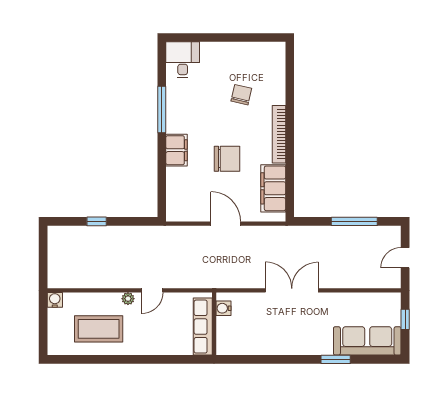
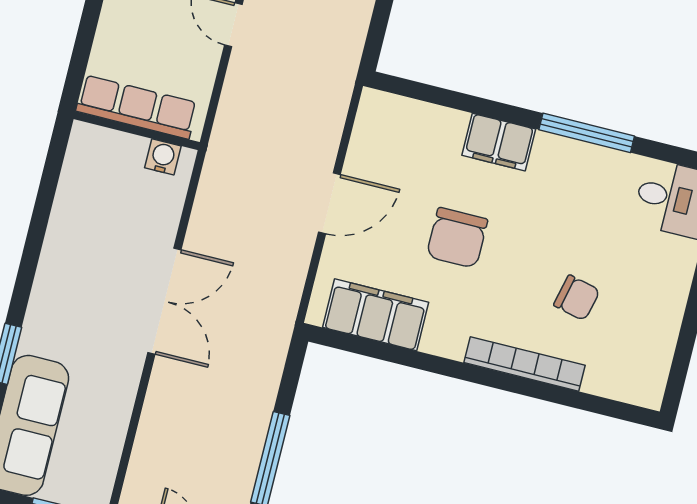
bookcase: (279, 134) -> (524, 364), moved

